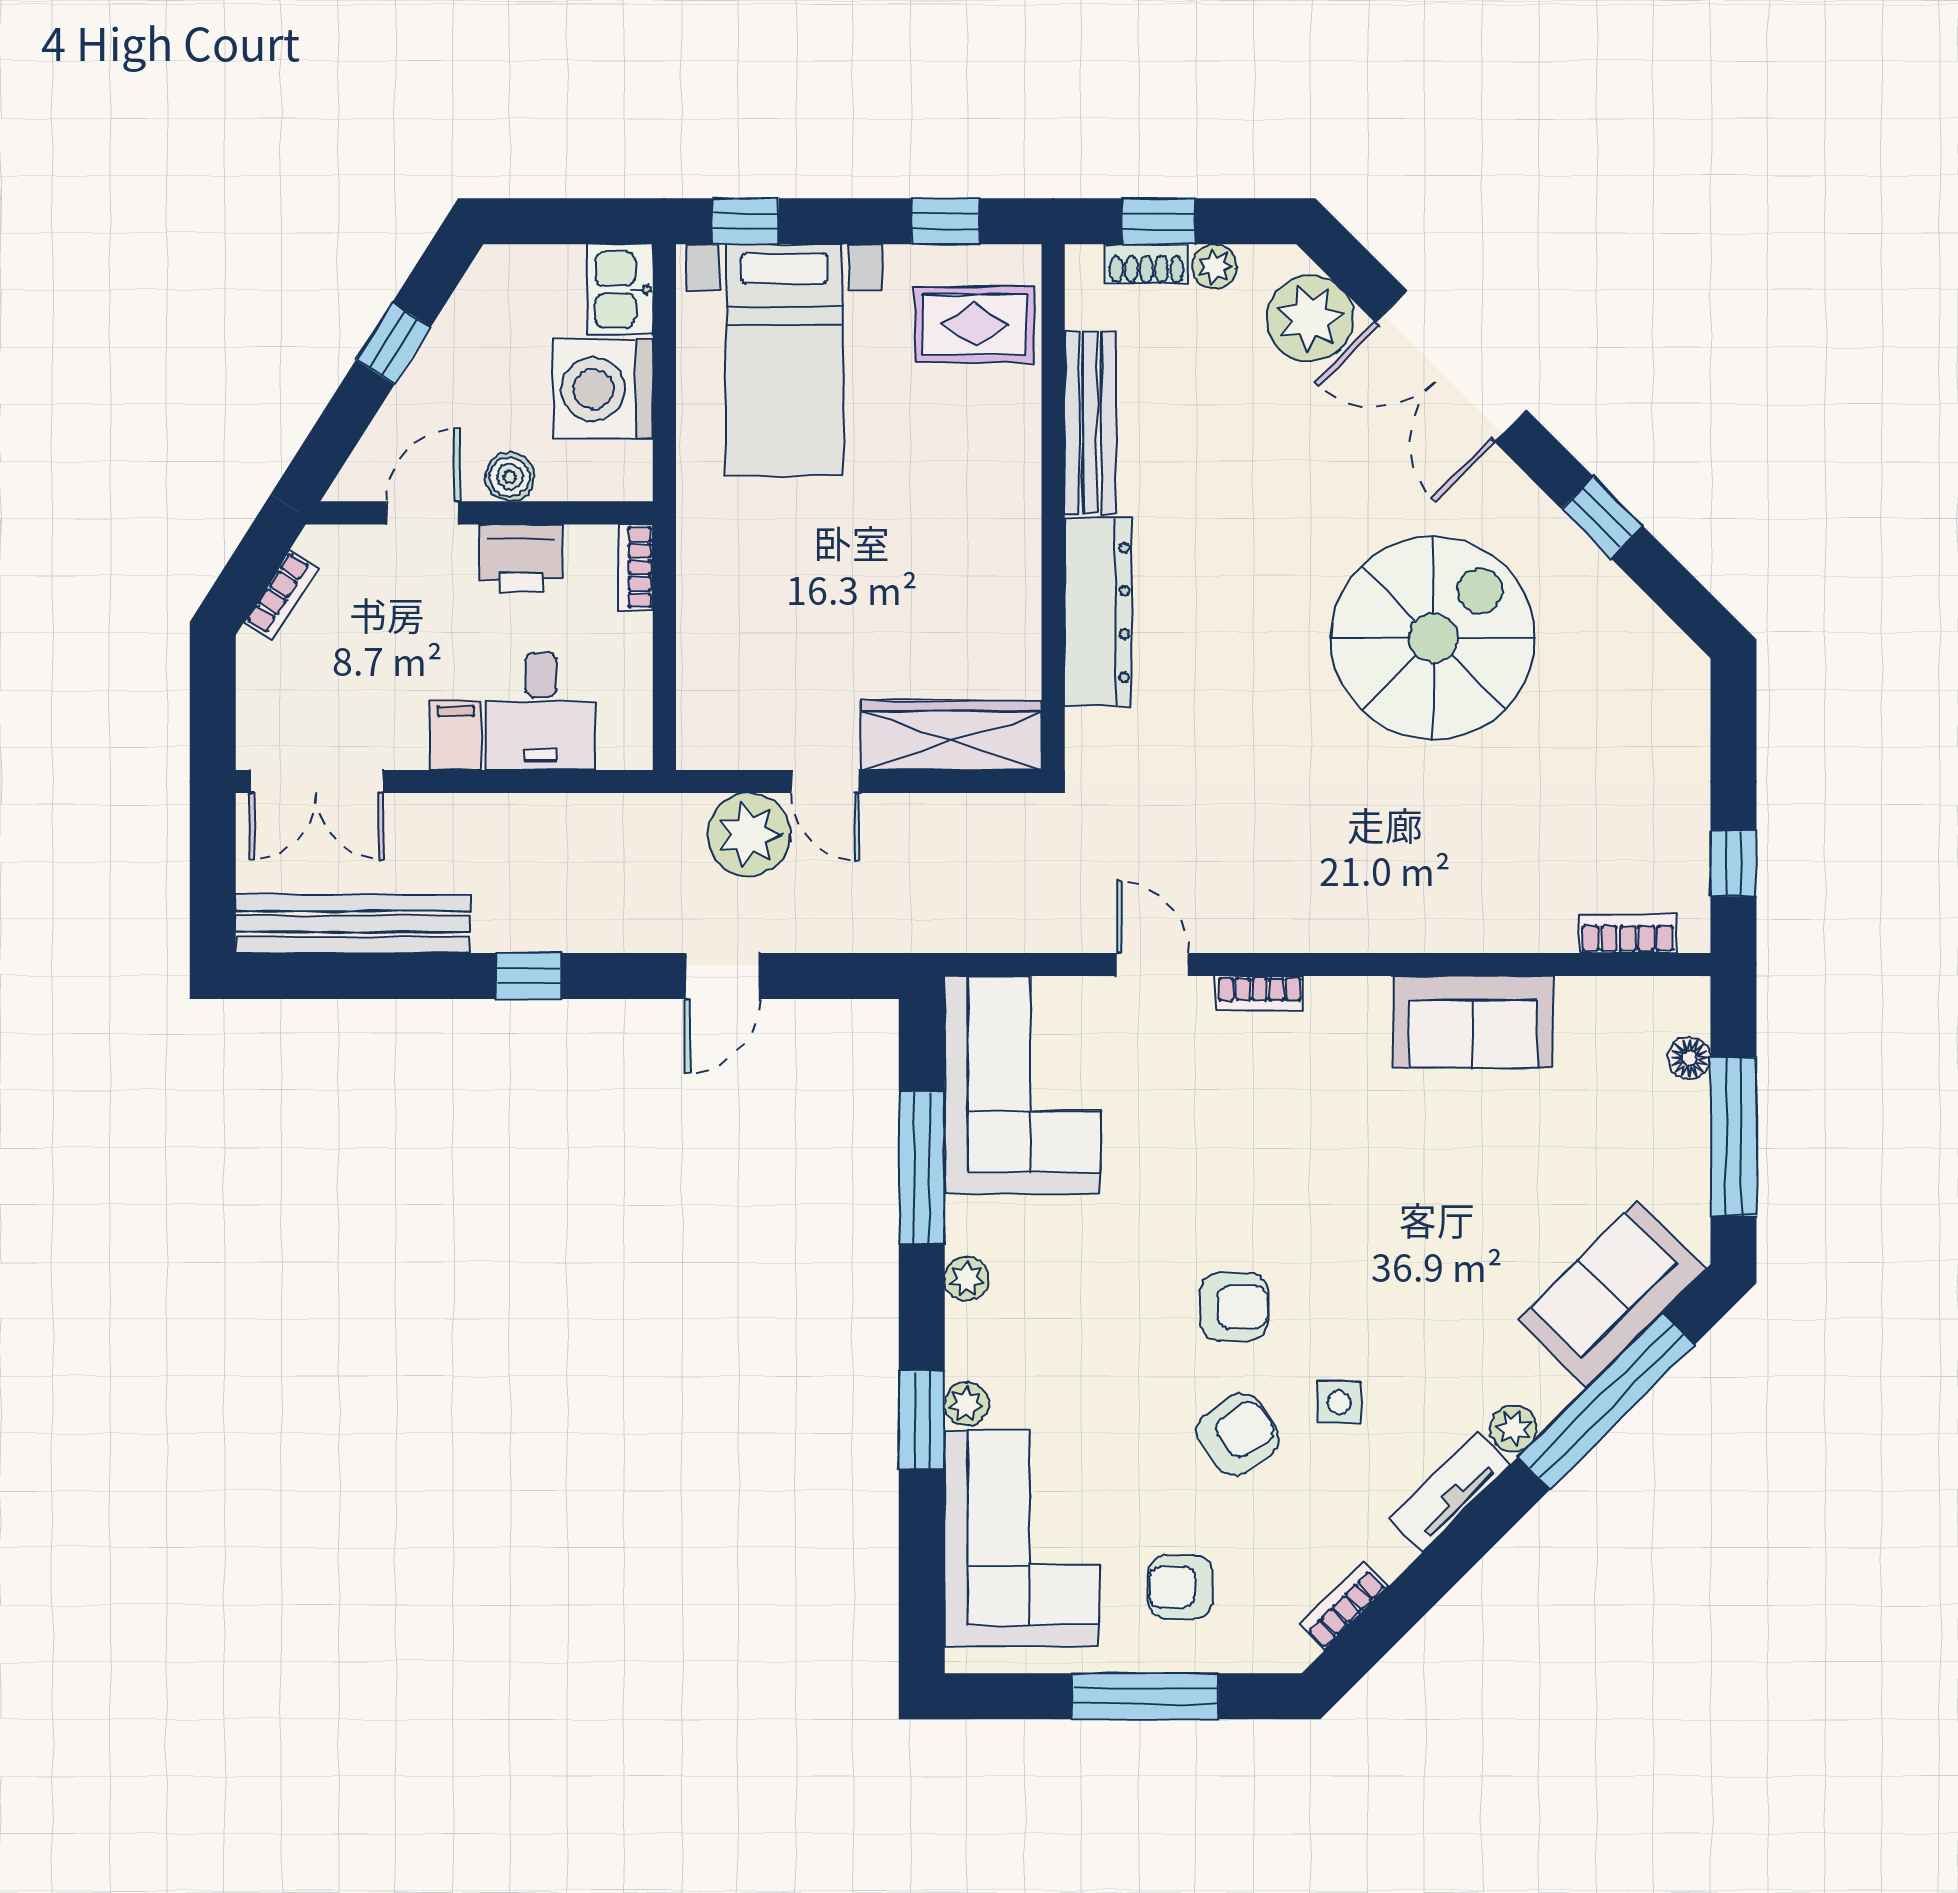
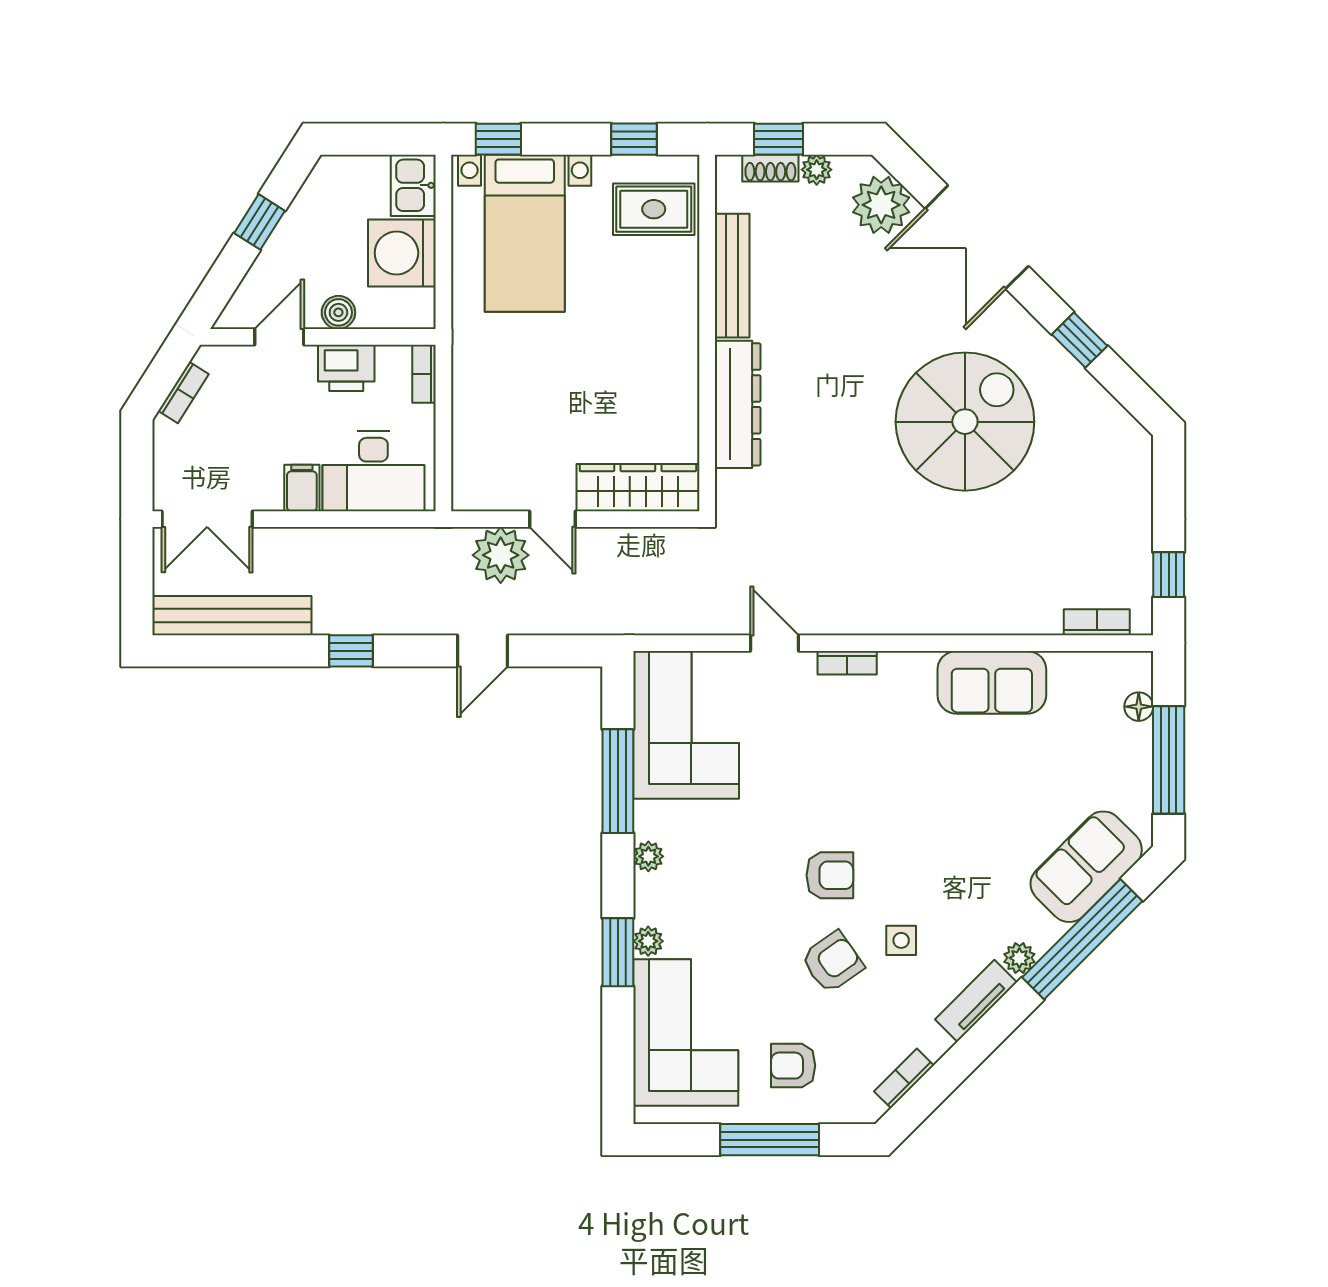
desk: (541, 711) -> (373, 471), width x1.37

